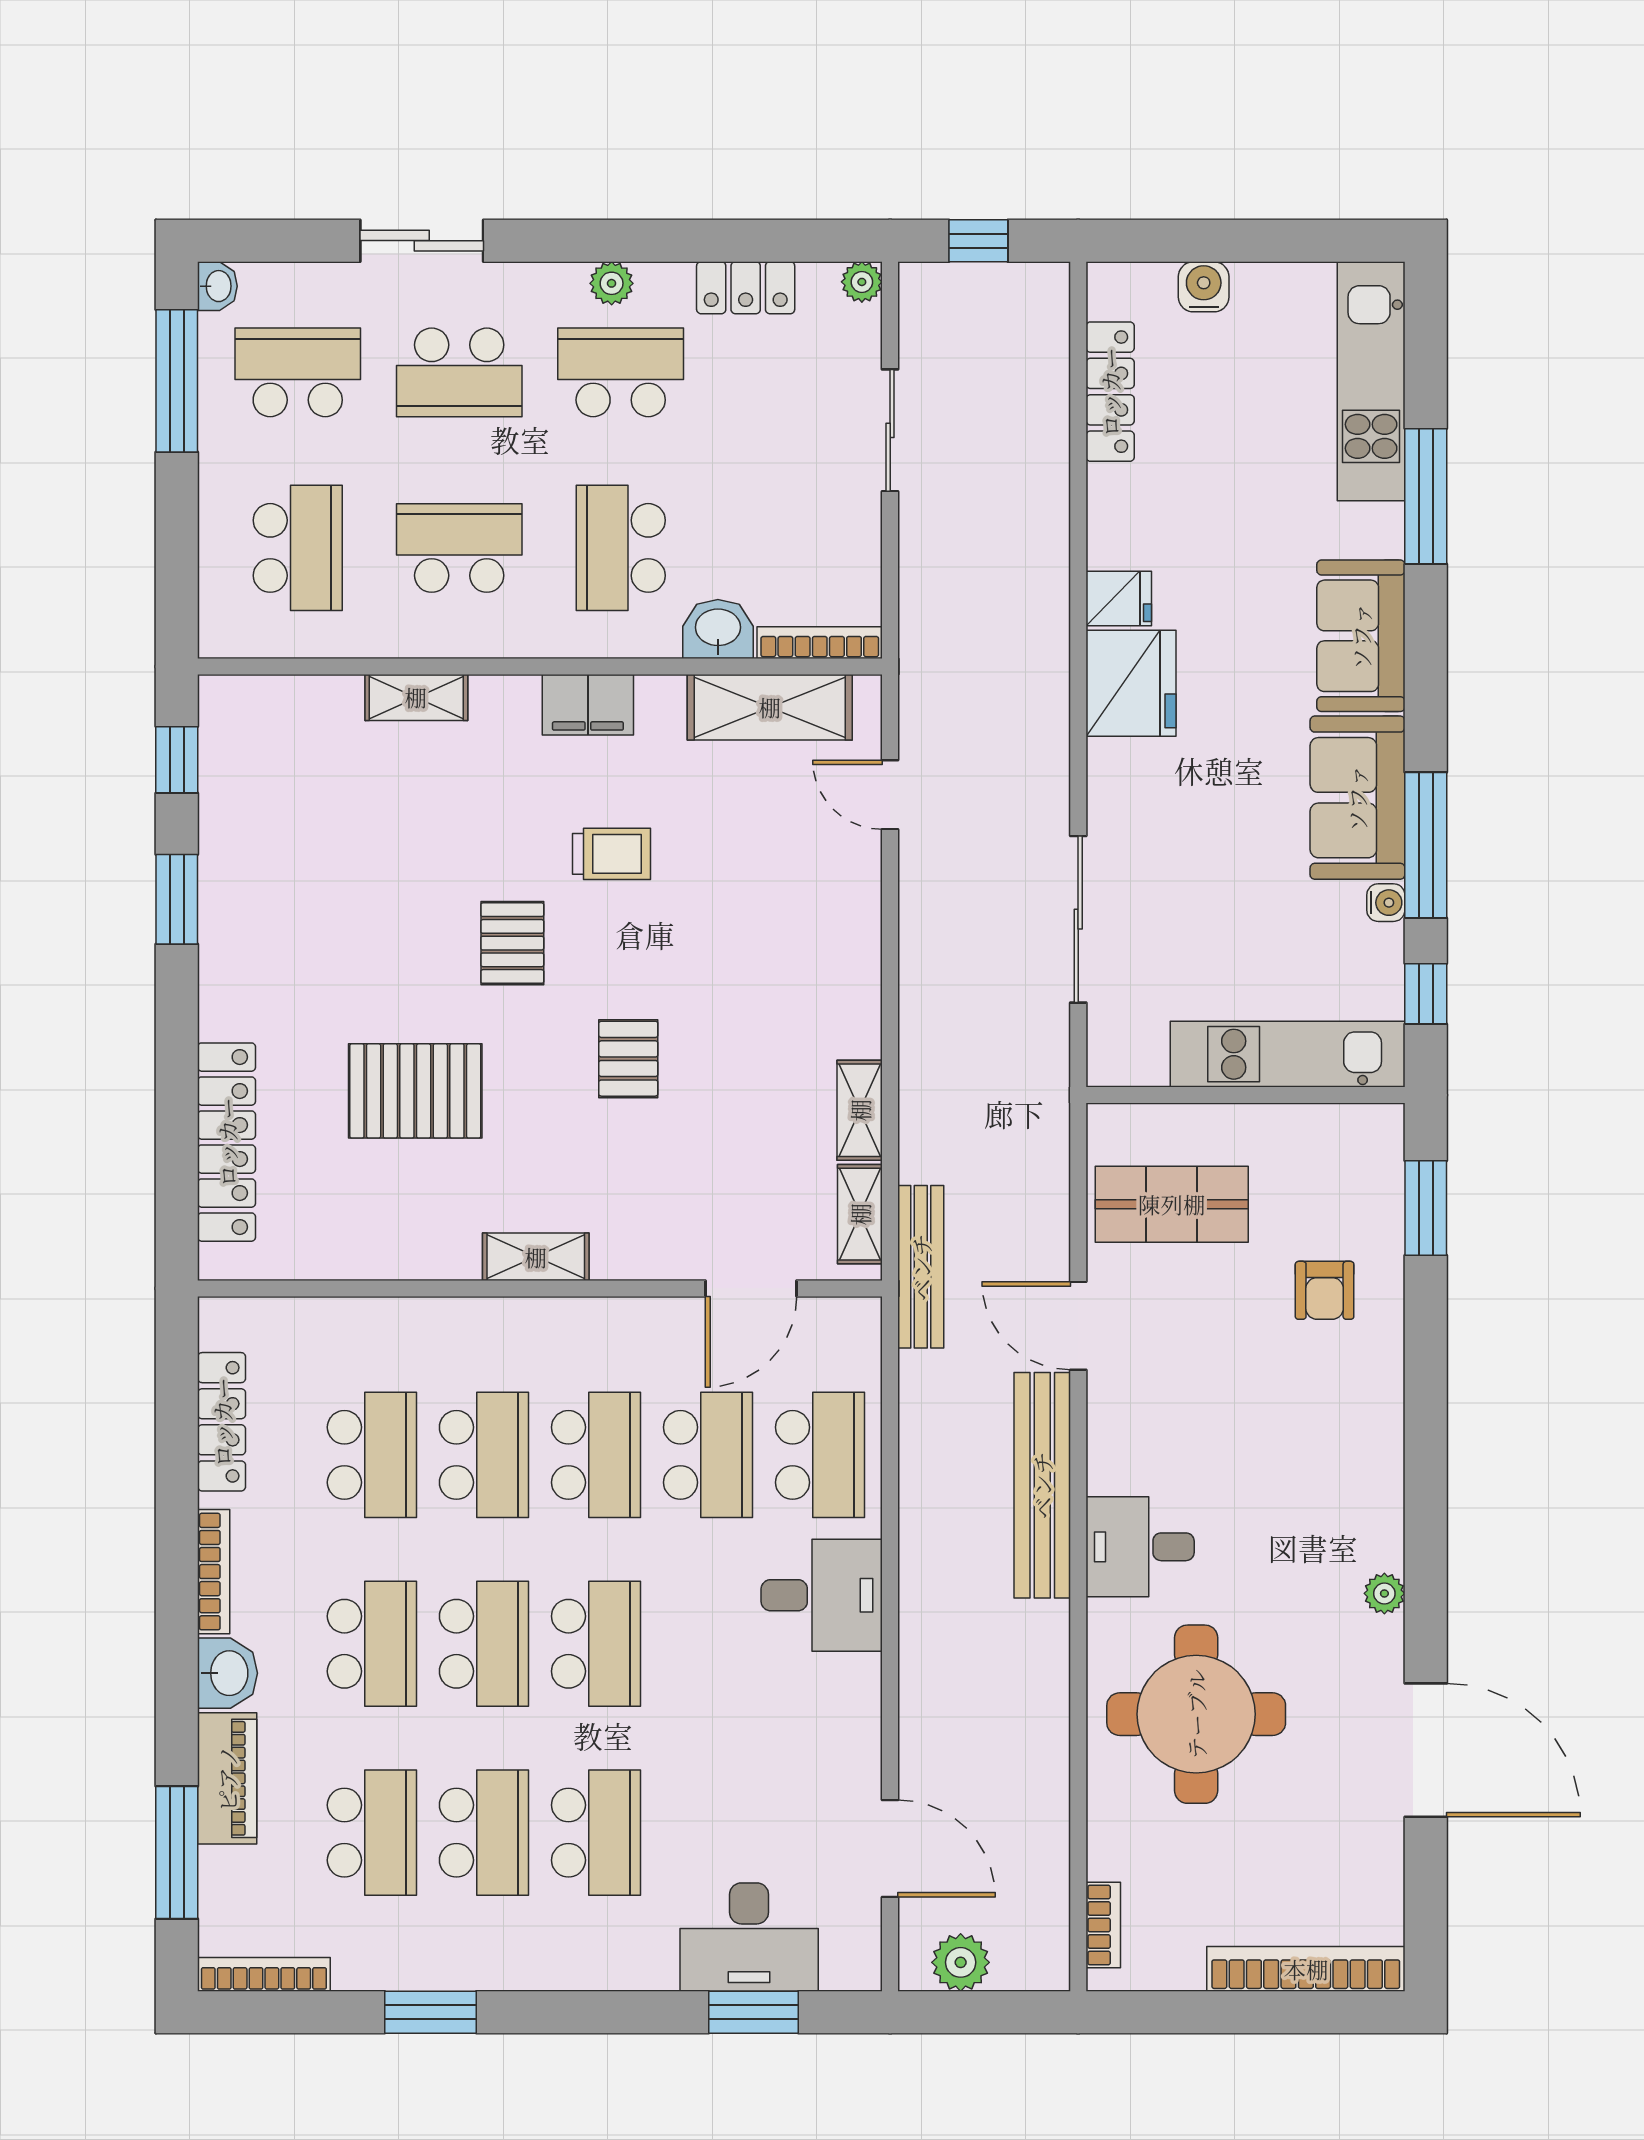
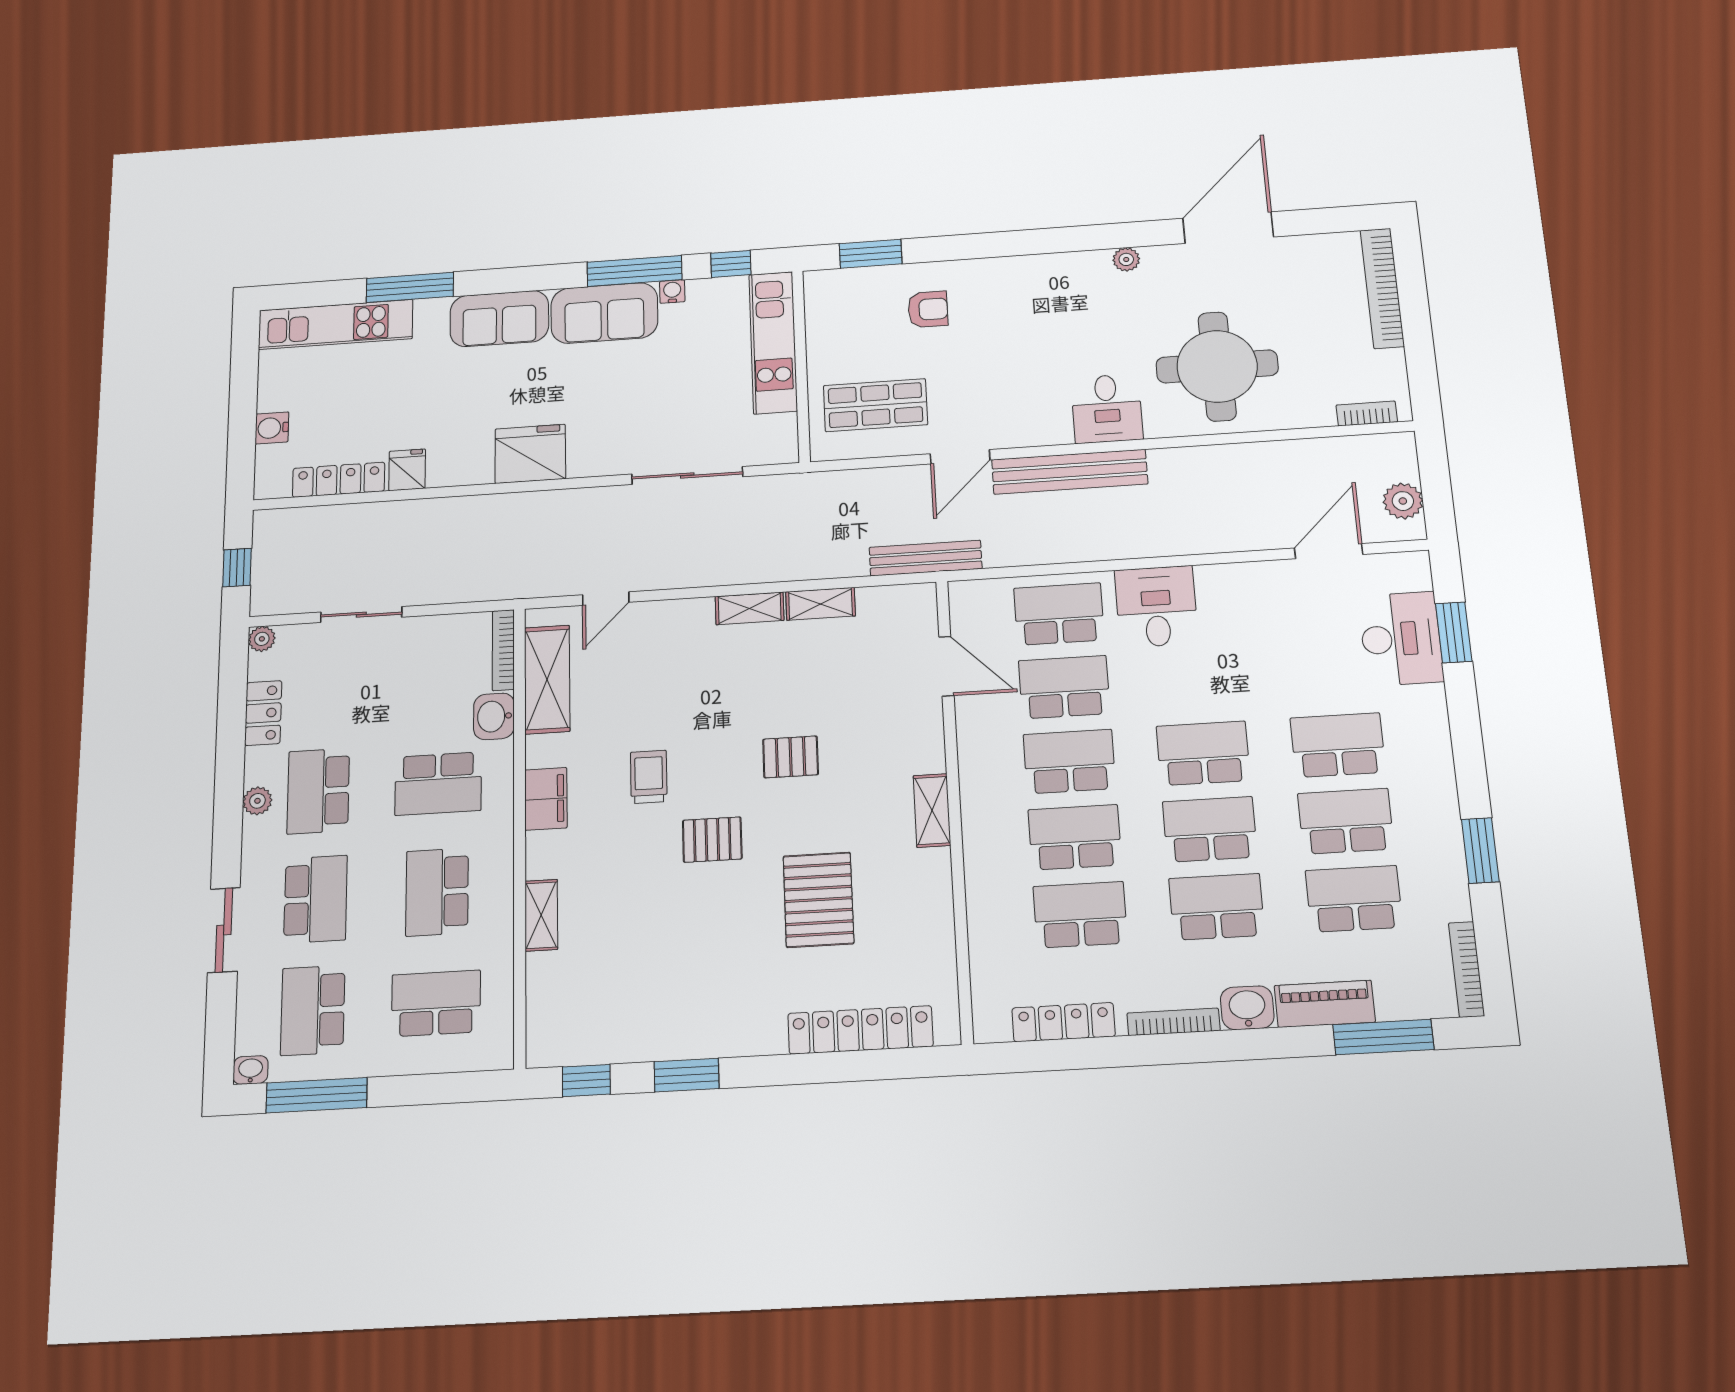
fridge: (1119, 598) -> (407, 470), moved
shop shelf: (1172, 1204) -> (875, 405), turned 90
shelving: (860, 1214) -> (750, 608), moved

